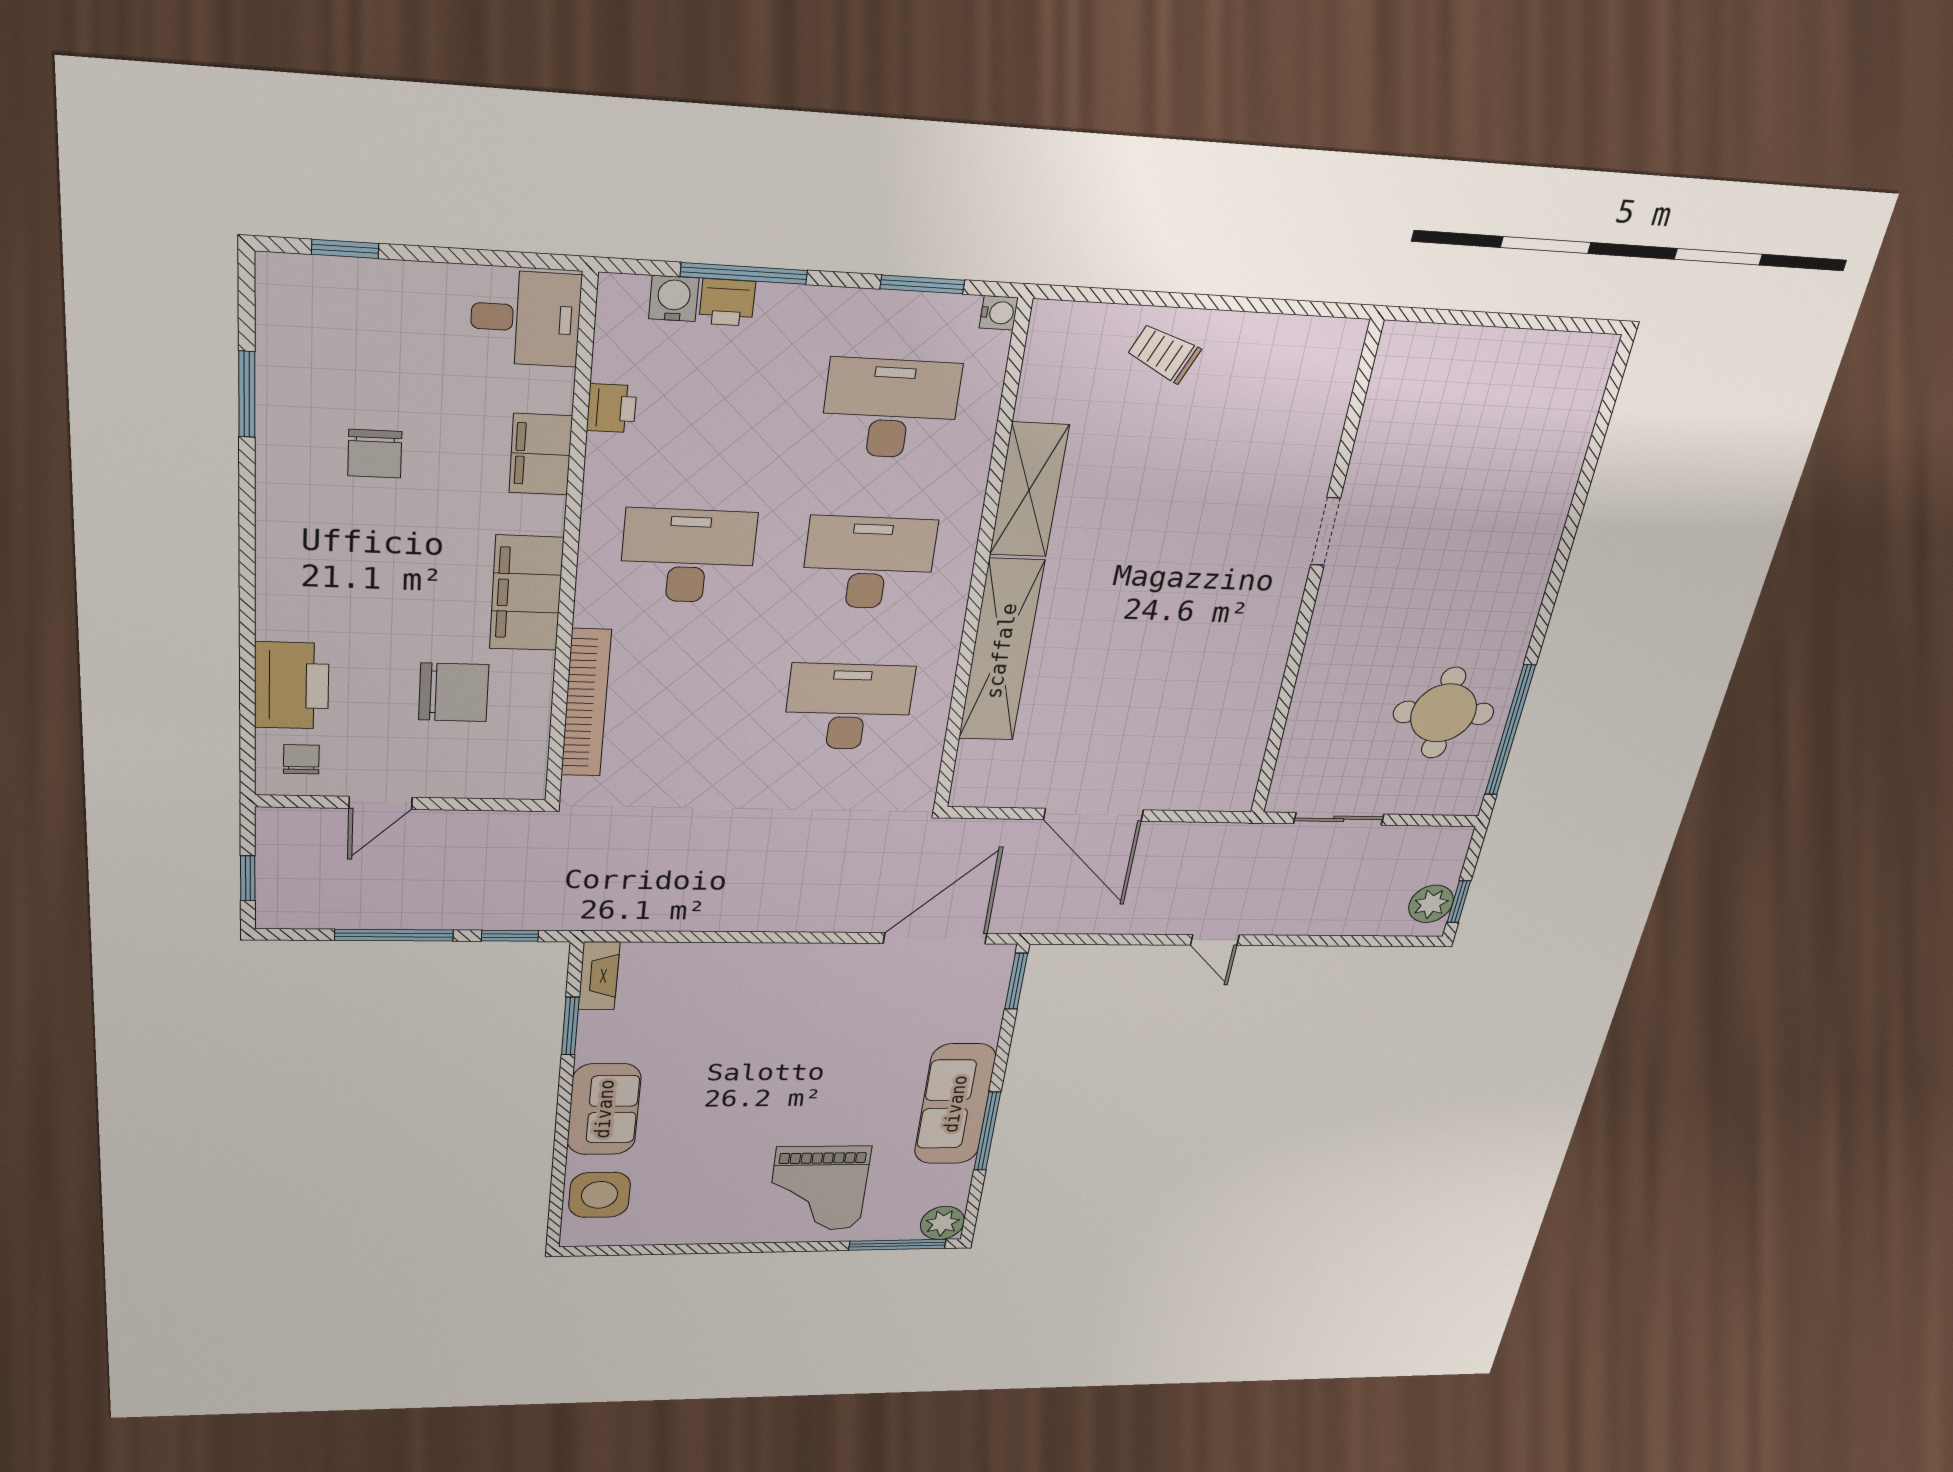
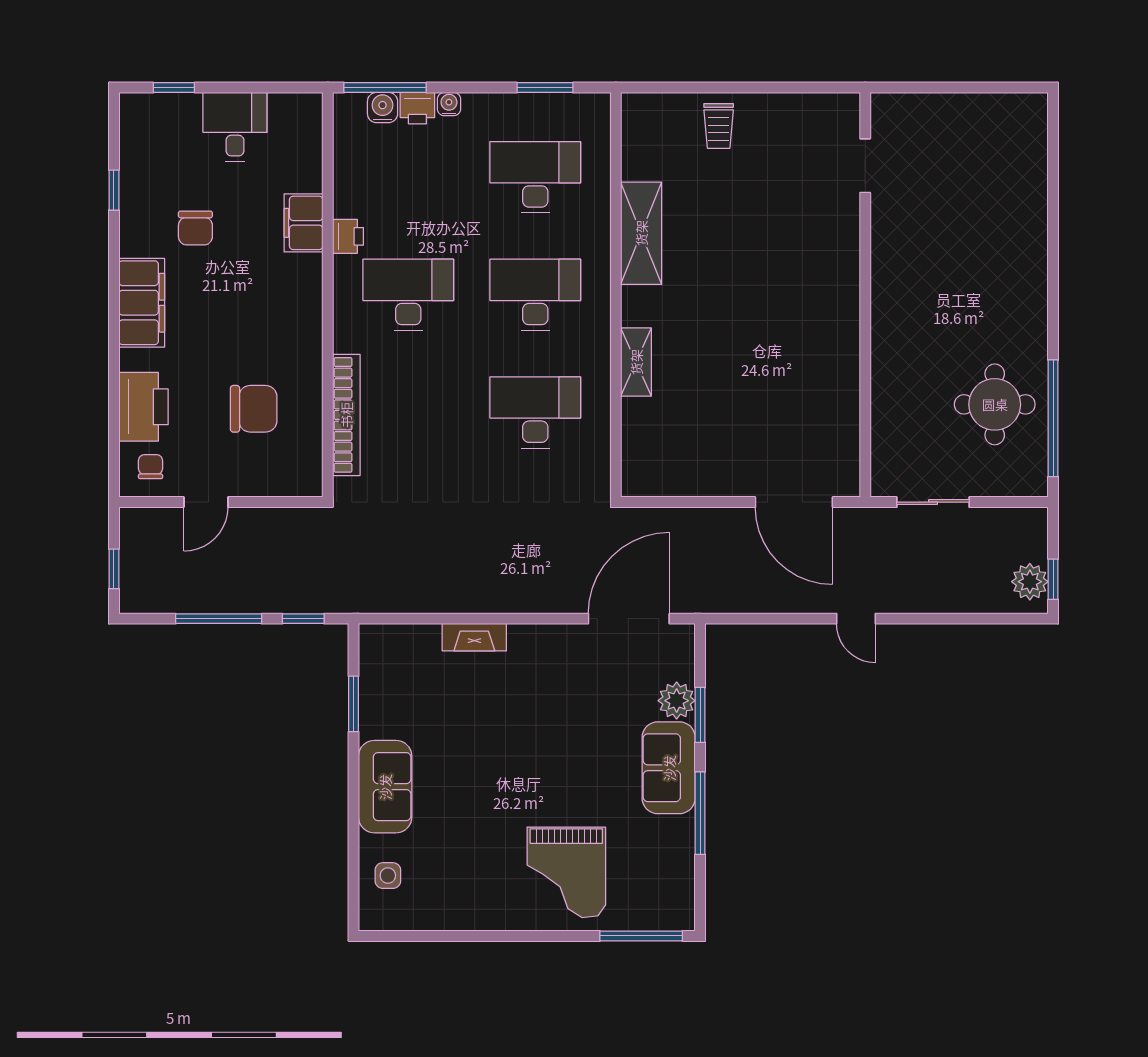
window: (744, 273) -> (385, 88), moved
water cooler: (999, 313) -> (449, 104), moved, turned -90
desk: (526, 318) -> (235, 127), moved, turned -90
trolley: (1164, 353) -> (719, 126), turned -114
window: (247, 394) -> (114, 190), width x0.67
printer: (612, 408) -> (348, 236), moved
doorway: (1326, 531) -> (865, 166), moved
filing cabinet: (527, 593) -> (142, 303), moved, turned 180
shelving: (1001, 651) -> (636, 362), width x0.45, depth x0.75
door: (1093, 815) -> (794, 502), moved
fireplace: (599, 976) -> (474, 637), moved, turned 90
window: (1016, 981) -> (700, 715), moved
sofa: (955, 1104) -> (669, 768), width x0.73
side table: (599, 1195) -> (388, 876), width x0.54, depth x0.54
plant: (942, 1223) -> (677, 701), moved

